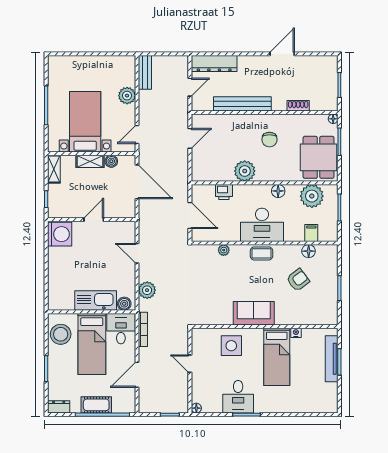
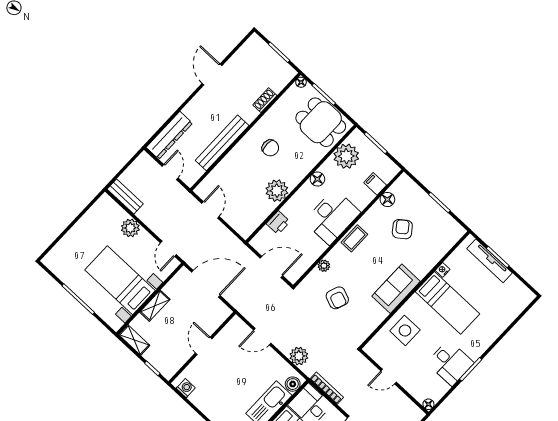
boiler: (111, 161) -> (171, 289), removed
washing machine: (60, 234) -> (186, 388), width x0.53, depth x0.53
armchair: (211, 279) -> (337, 298), added

